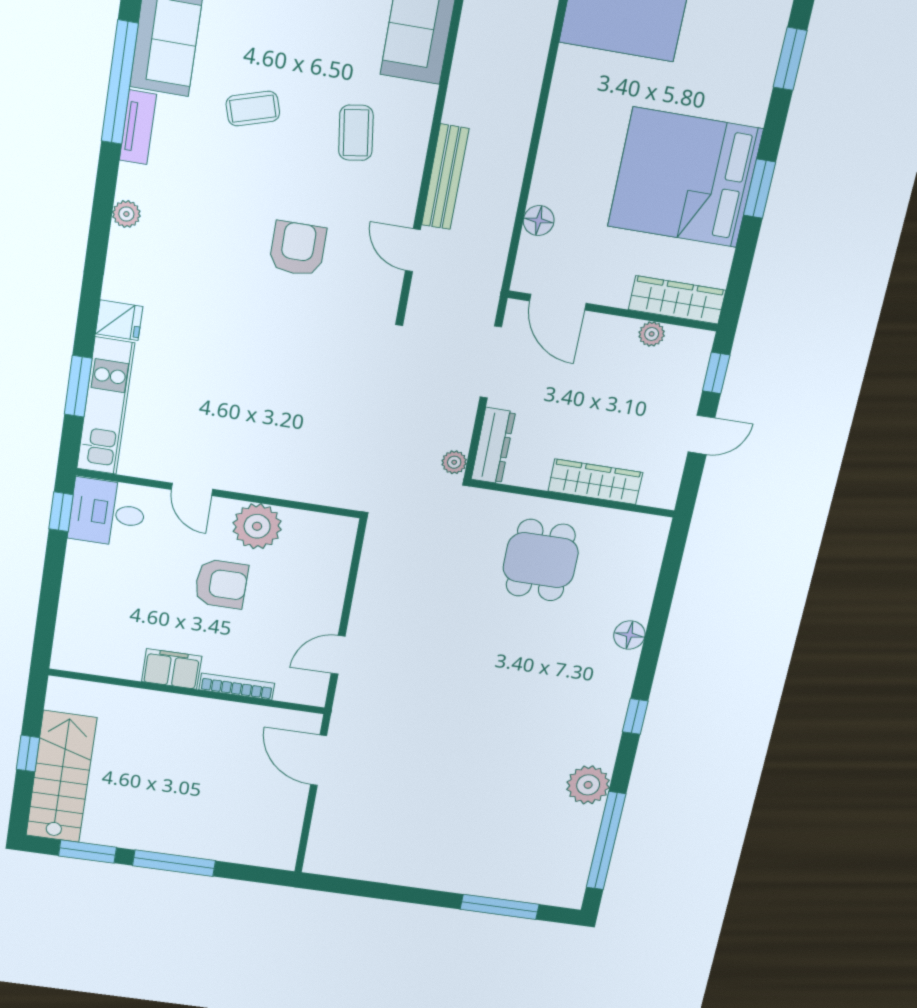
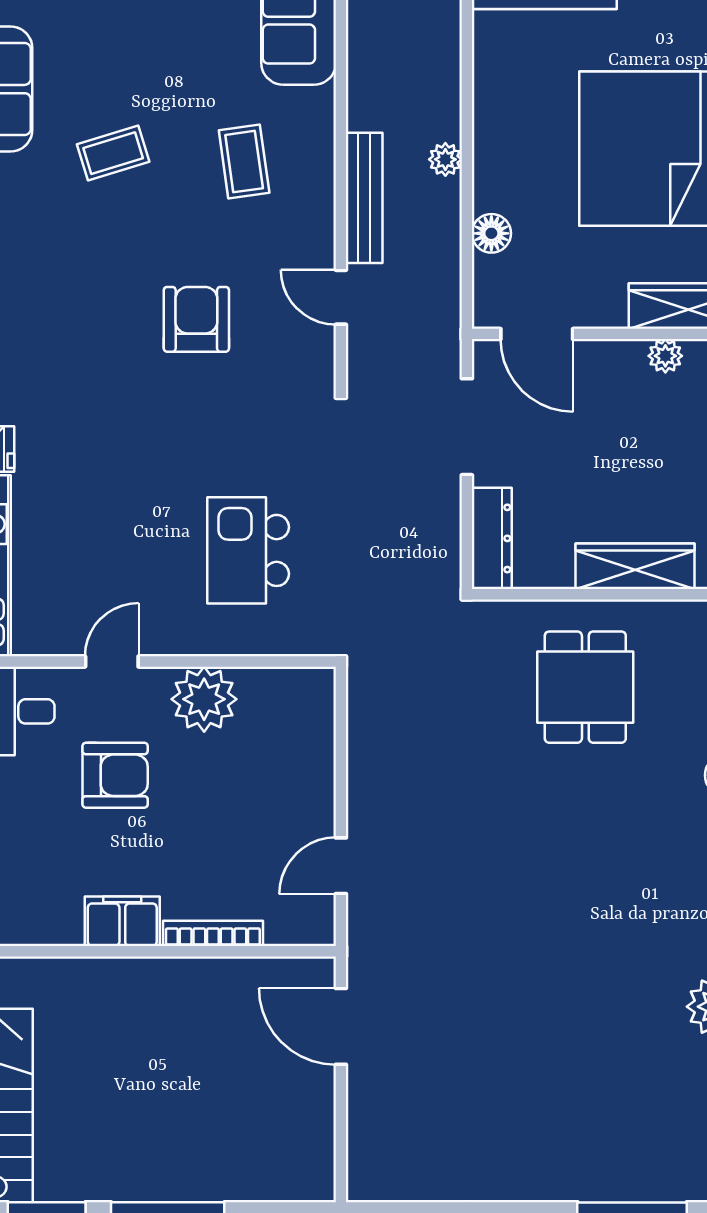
kitchen island: (308, 426) -> (248, 550), added
plant: (454, 462) -> (445, 159), moved
door: (192, 489) -> (112, 661), swing flipped
armchair: (221, 584) -> (115, 775), moved

